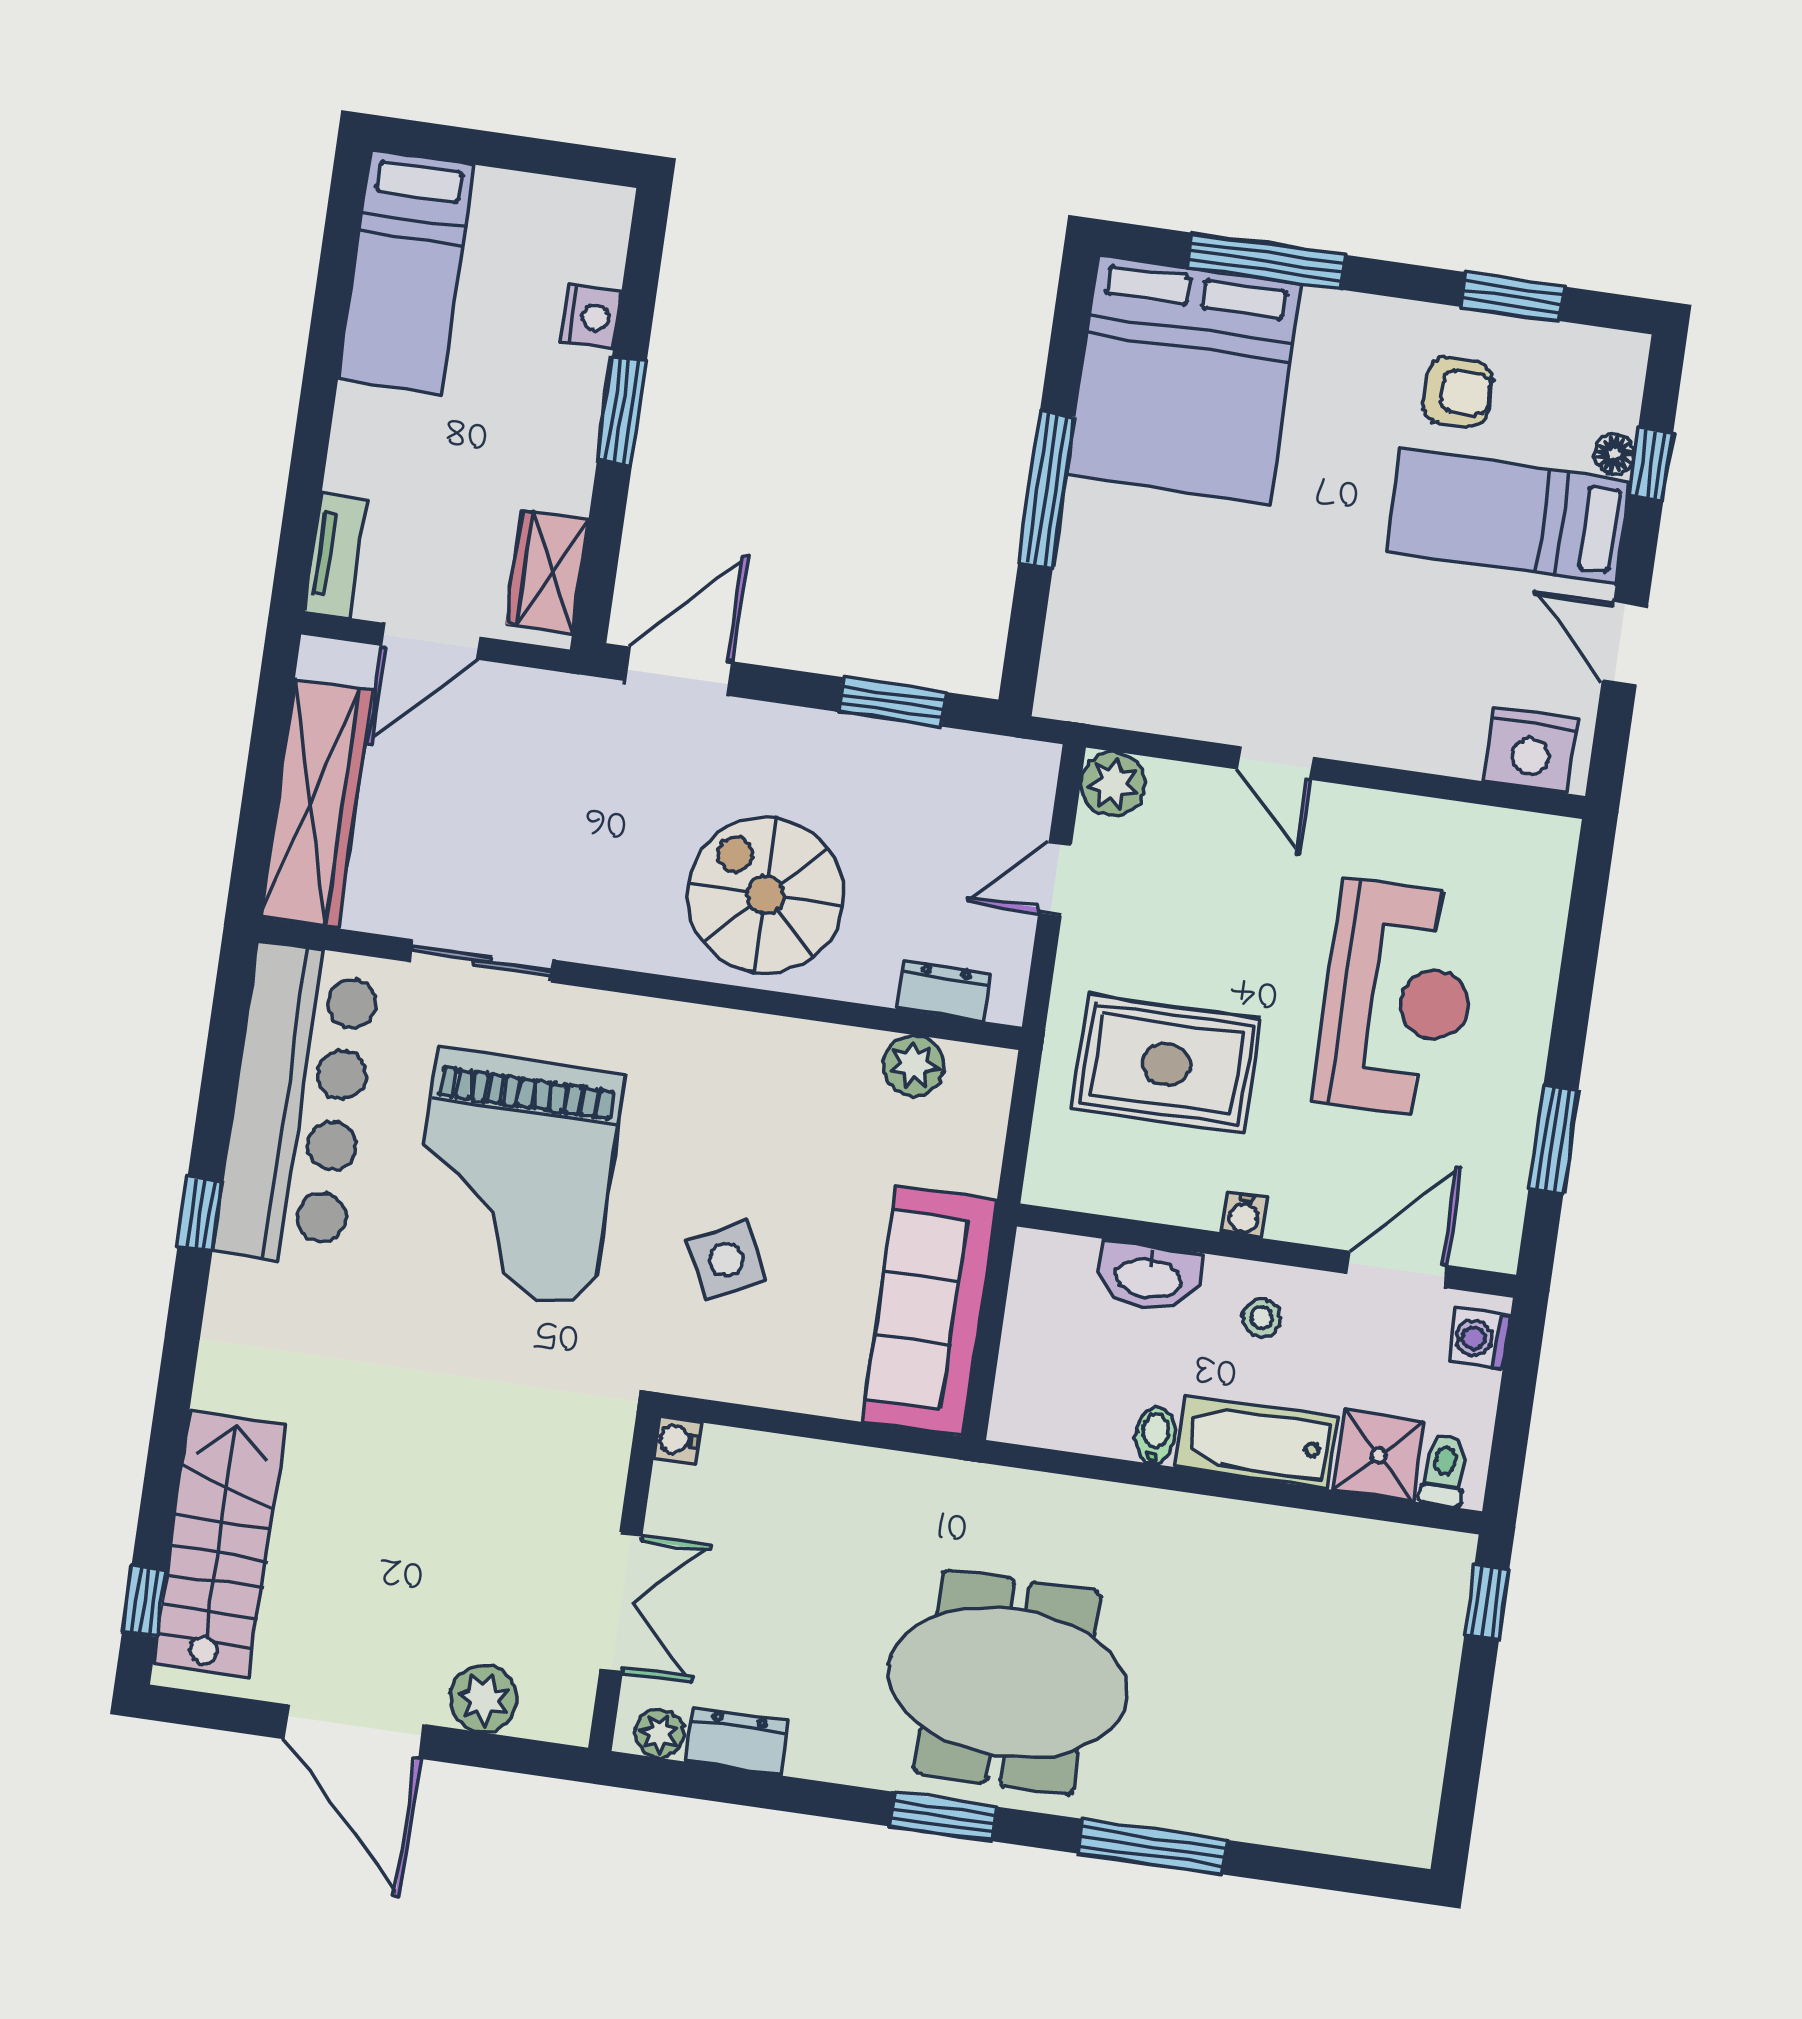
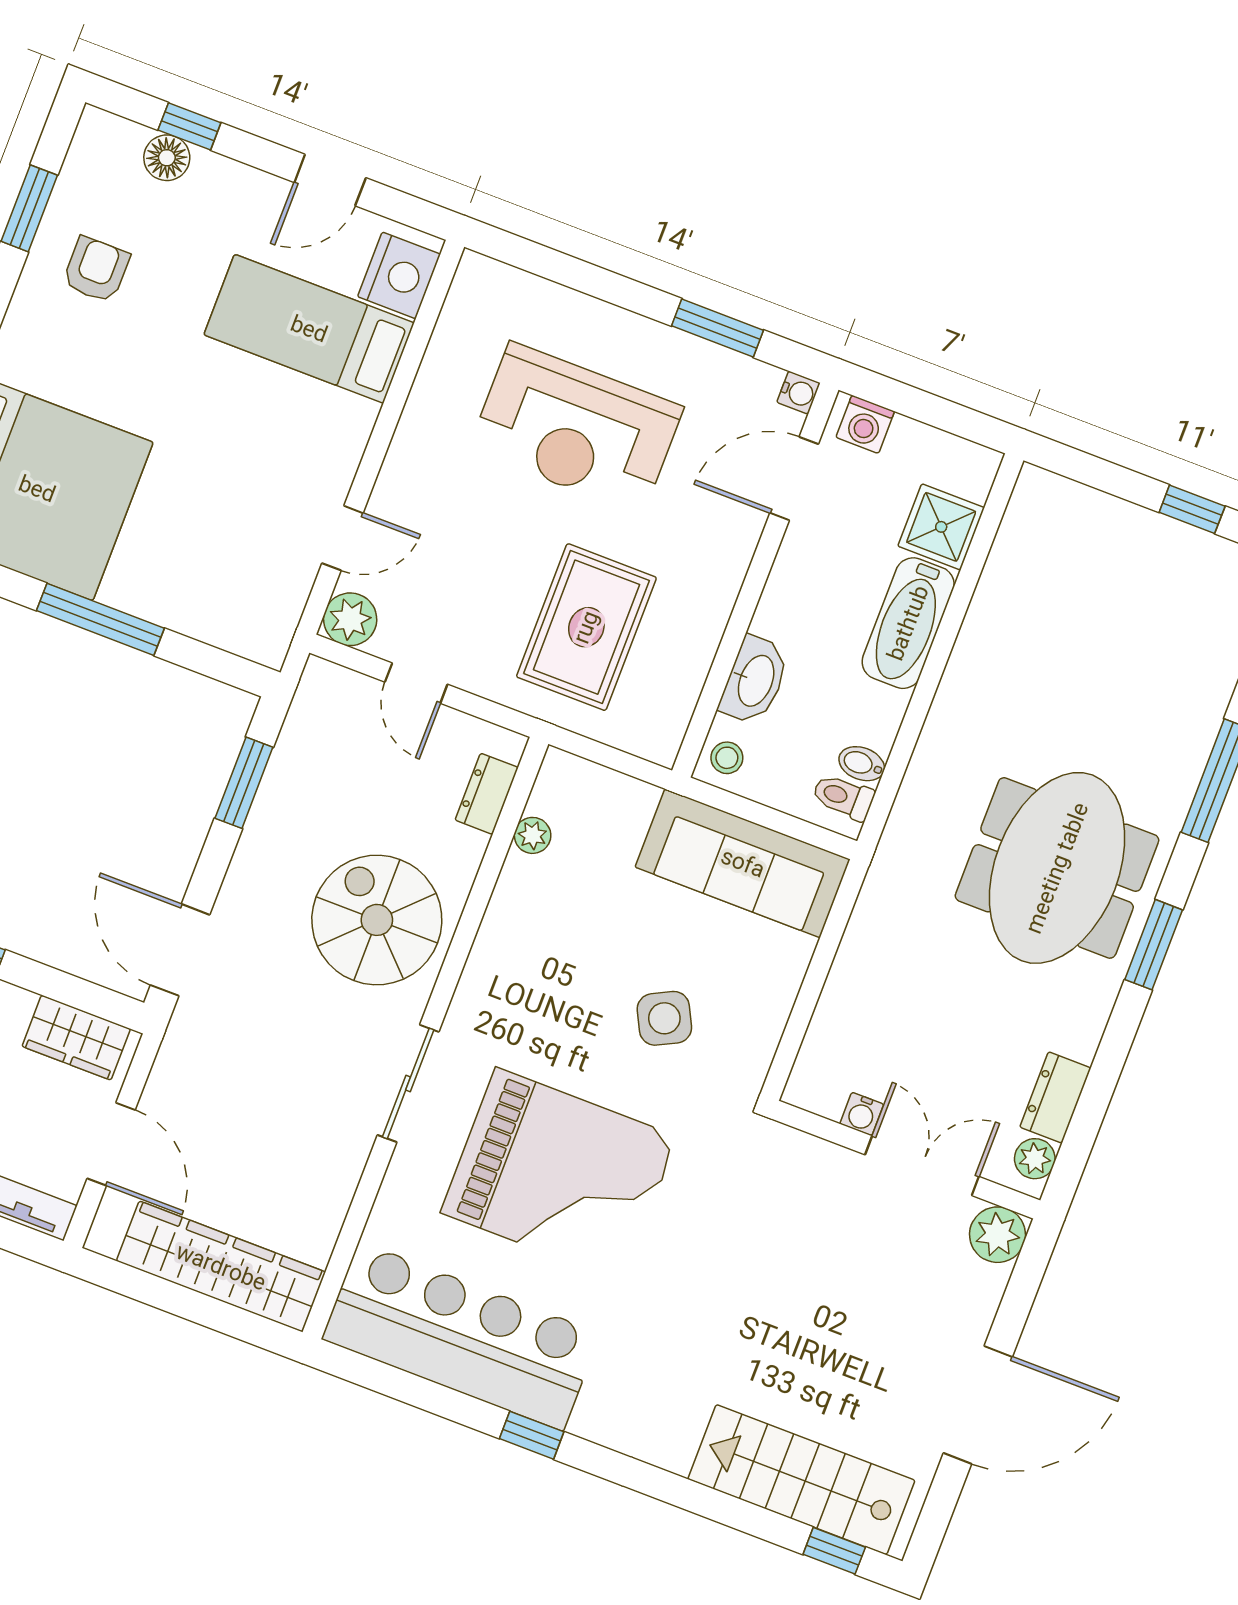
floor lamp: (1614, 454) -> (167, 158), width x1.37, depth x1.37
bed: (1508, 516) -> (309, 329), moved, turned 90
door: (1275, 763) -> (343, 538), moved
spiral stairs: (766, 895) -> (377, 920), turned 90
sliding door: (482, 961) -> (408, 1083), moved
reception desk: (1398, 999) -> (576, 428), turned 180
plant: (914, 1065) -> (533, 835), width x0.73, depth x0.73
water cooler: (1244, 1215) -> (798, 393), moved
door: (1396, 1269) -> (794, 479), hinge flipped
stool: (1262, 1318) -> (727, 758), moved
bidet: (1155, 1436) -> (862, 764), moved
water cooler: (677, 1440) -> (862, 1114), moved
toilet: (1444, 1471) -> (843, 797), moved
window: (1487, 1602) -> (1192, 509), moved
plant: (484, 1699) -> (997, 1235), moved

